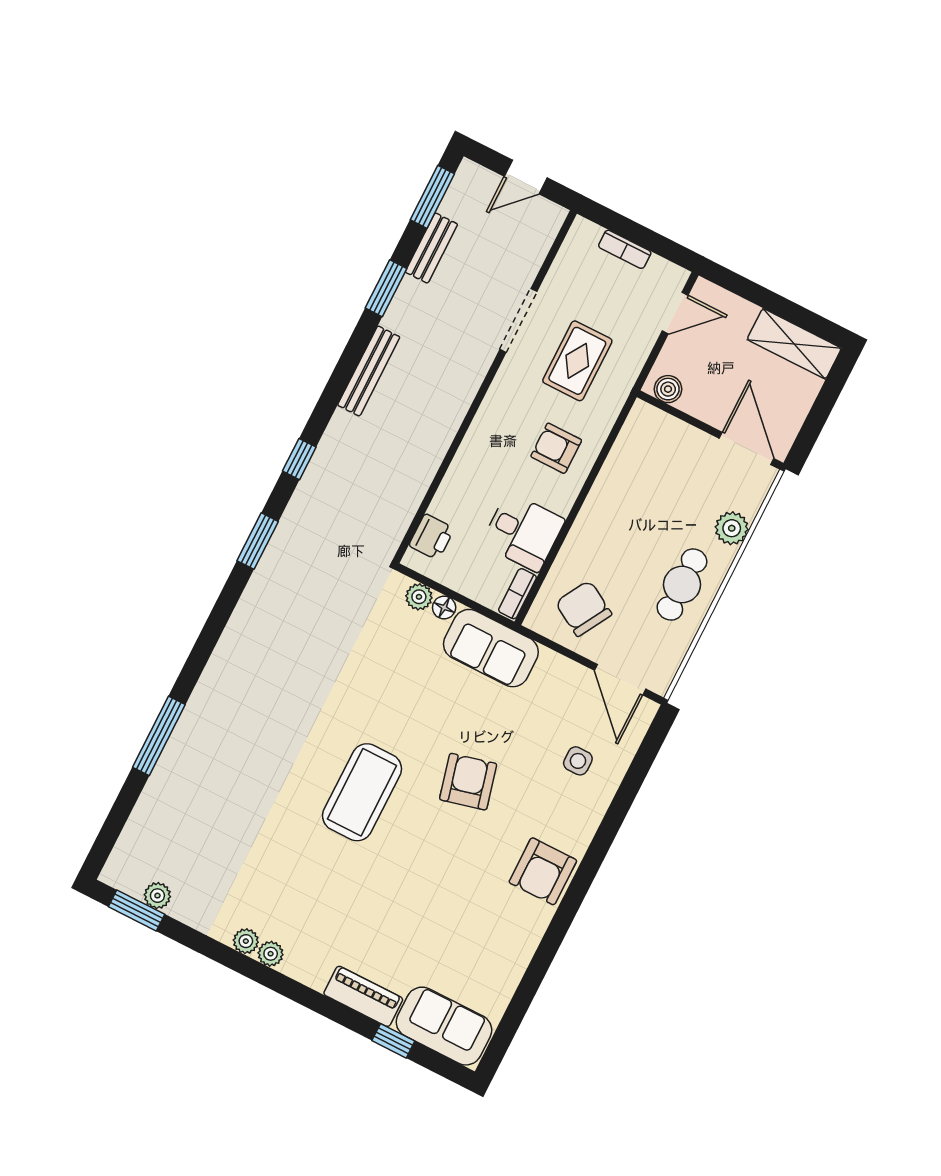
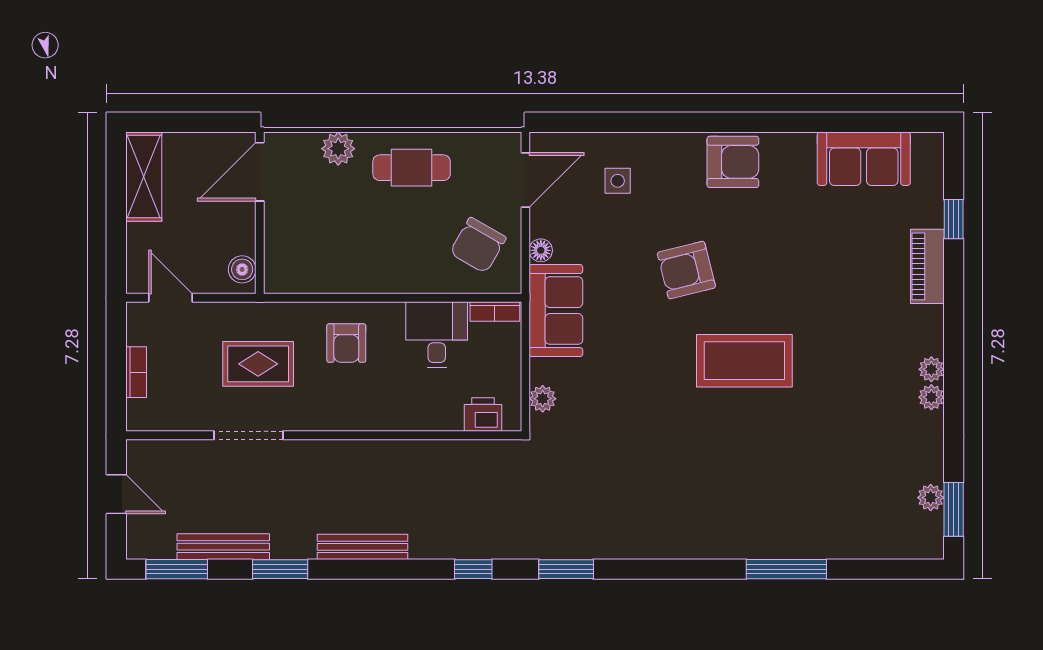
bench: (431, 248) -> (223, 547), width x1.36
floor lamp: (444, 608) -> (541, 250), moved
sofa: (444, 1026) -> (864, 159), moved, turned -90

